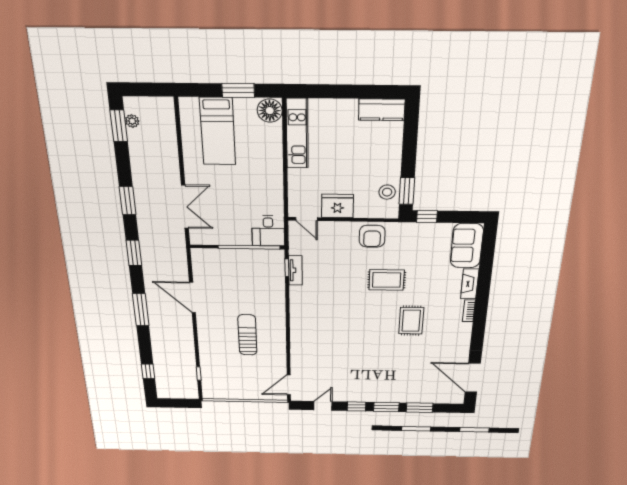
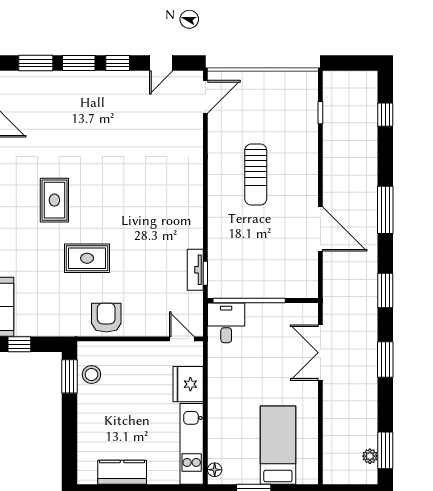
kitchen counter: (382, 110) -> (122, 472), moved
floor lamp: (270, 111) -> (215, 470), width x0.53, depth x0.53
fridge: (337, 206) -> (188, 384), moved, turned 90
window: (427, 217) -> (19, 344), moved

